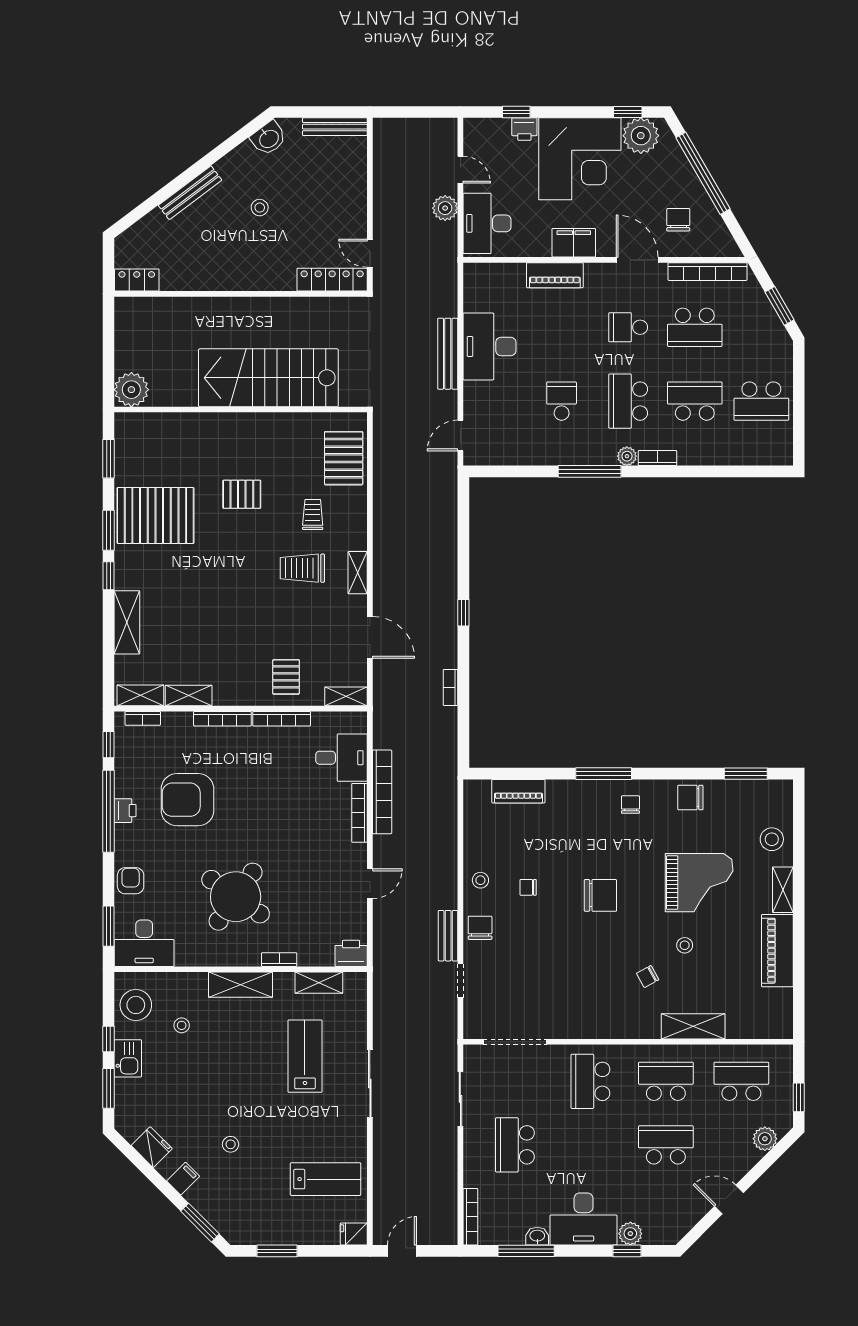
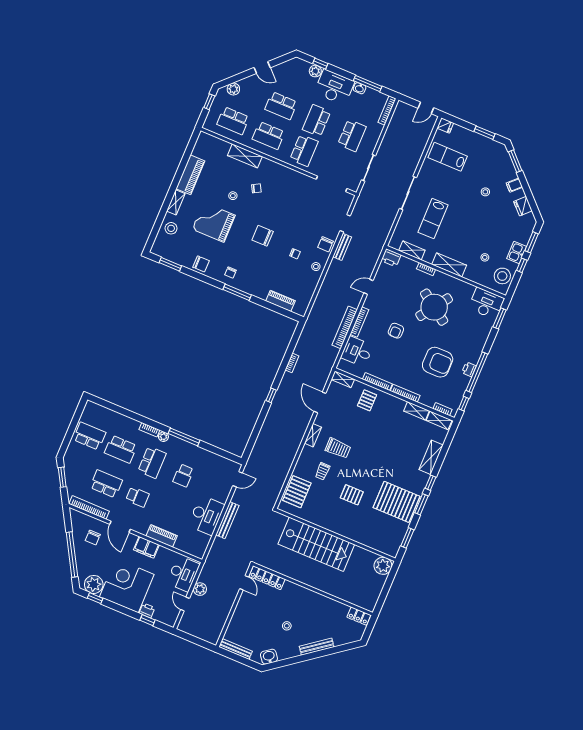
armchair: (131, 881) -> (396, 331), moved
school desk: (590, 1145) -> (316, 121), added

